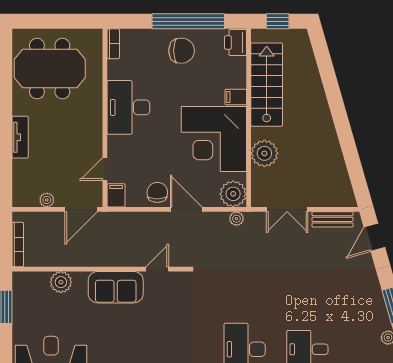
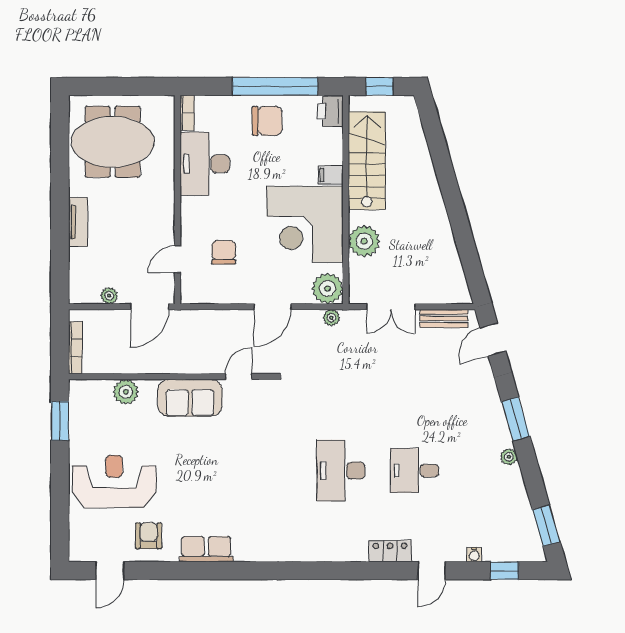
desk: (128, 107) -> (205, 164), moved
chair: (157, 192) -> (224, 252), moved
filing cabinet: (116, 195) -> (190, 290), removed
door: (186, 209) -> (272, 307), swing flipped

